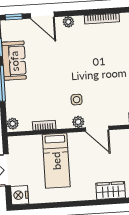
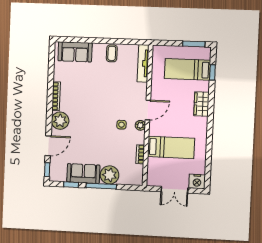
plant: (68, 22) -> (60, 121), width x1.87, depth x1.87
plant: (13, 124) -> (110, 175), moved, width x1.87, depth x1.87

